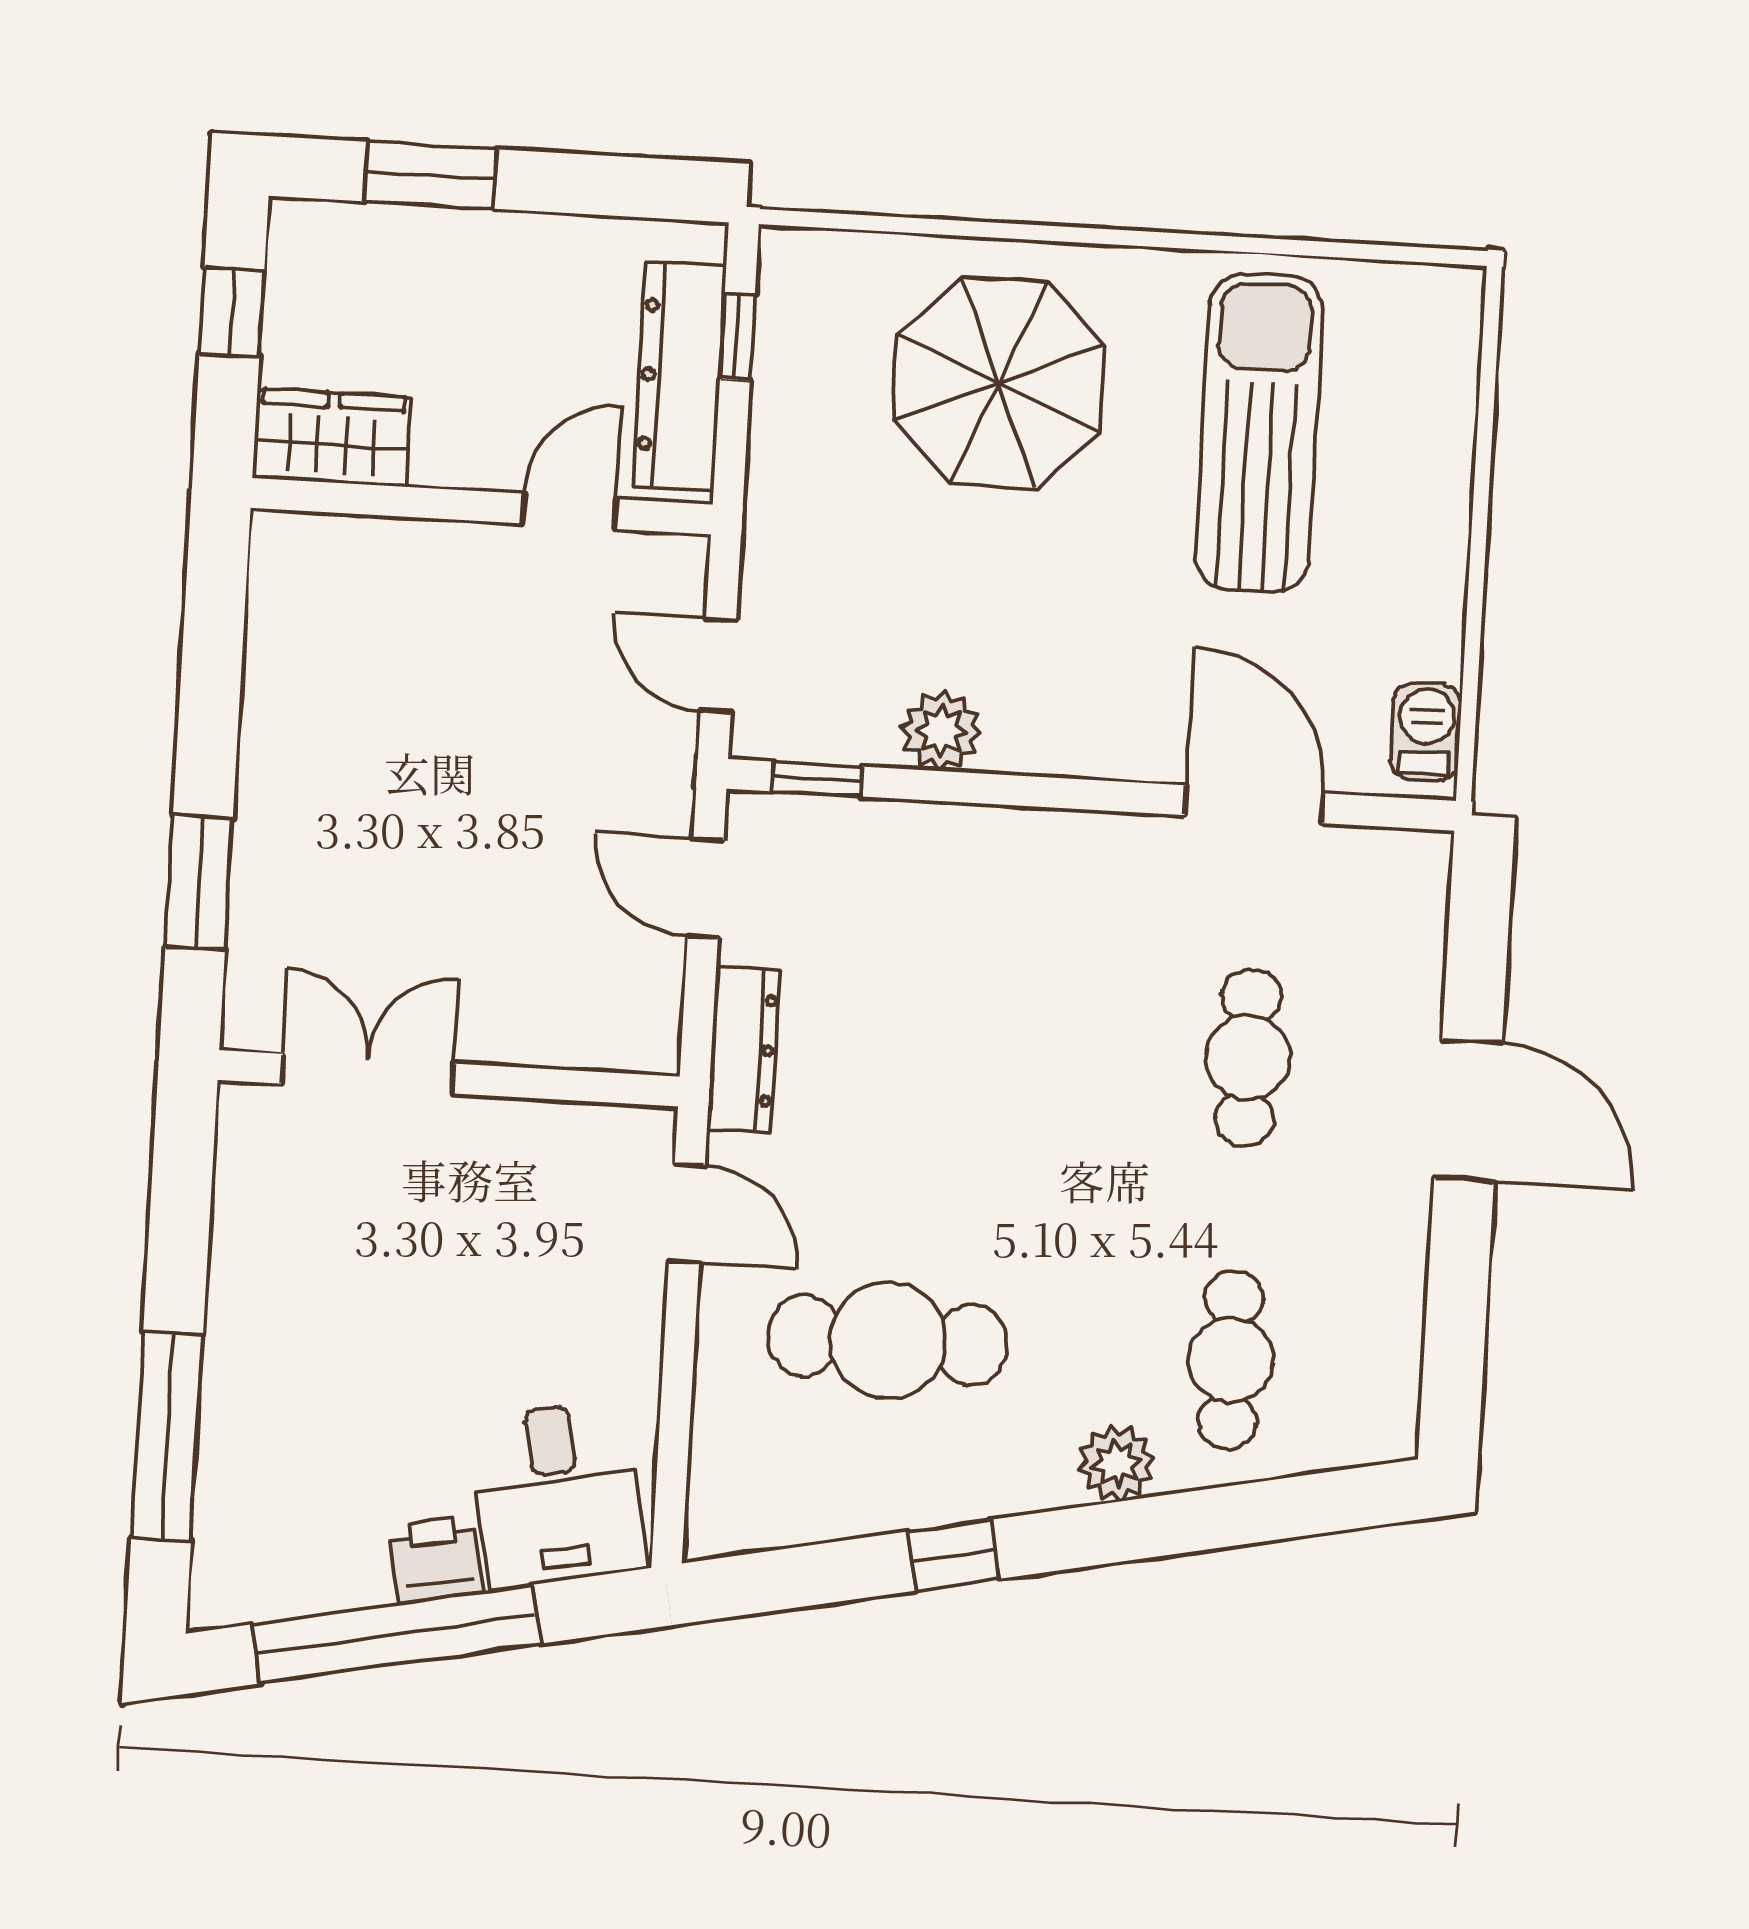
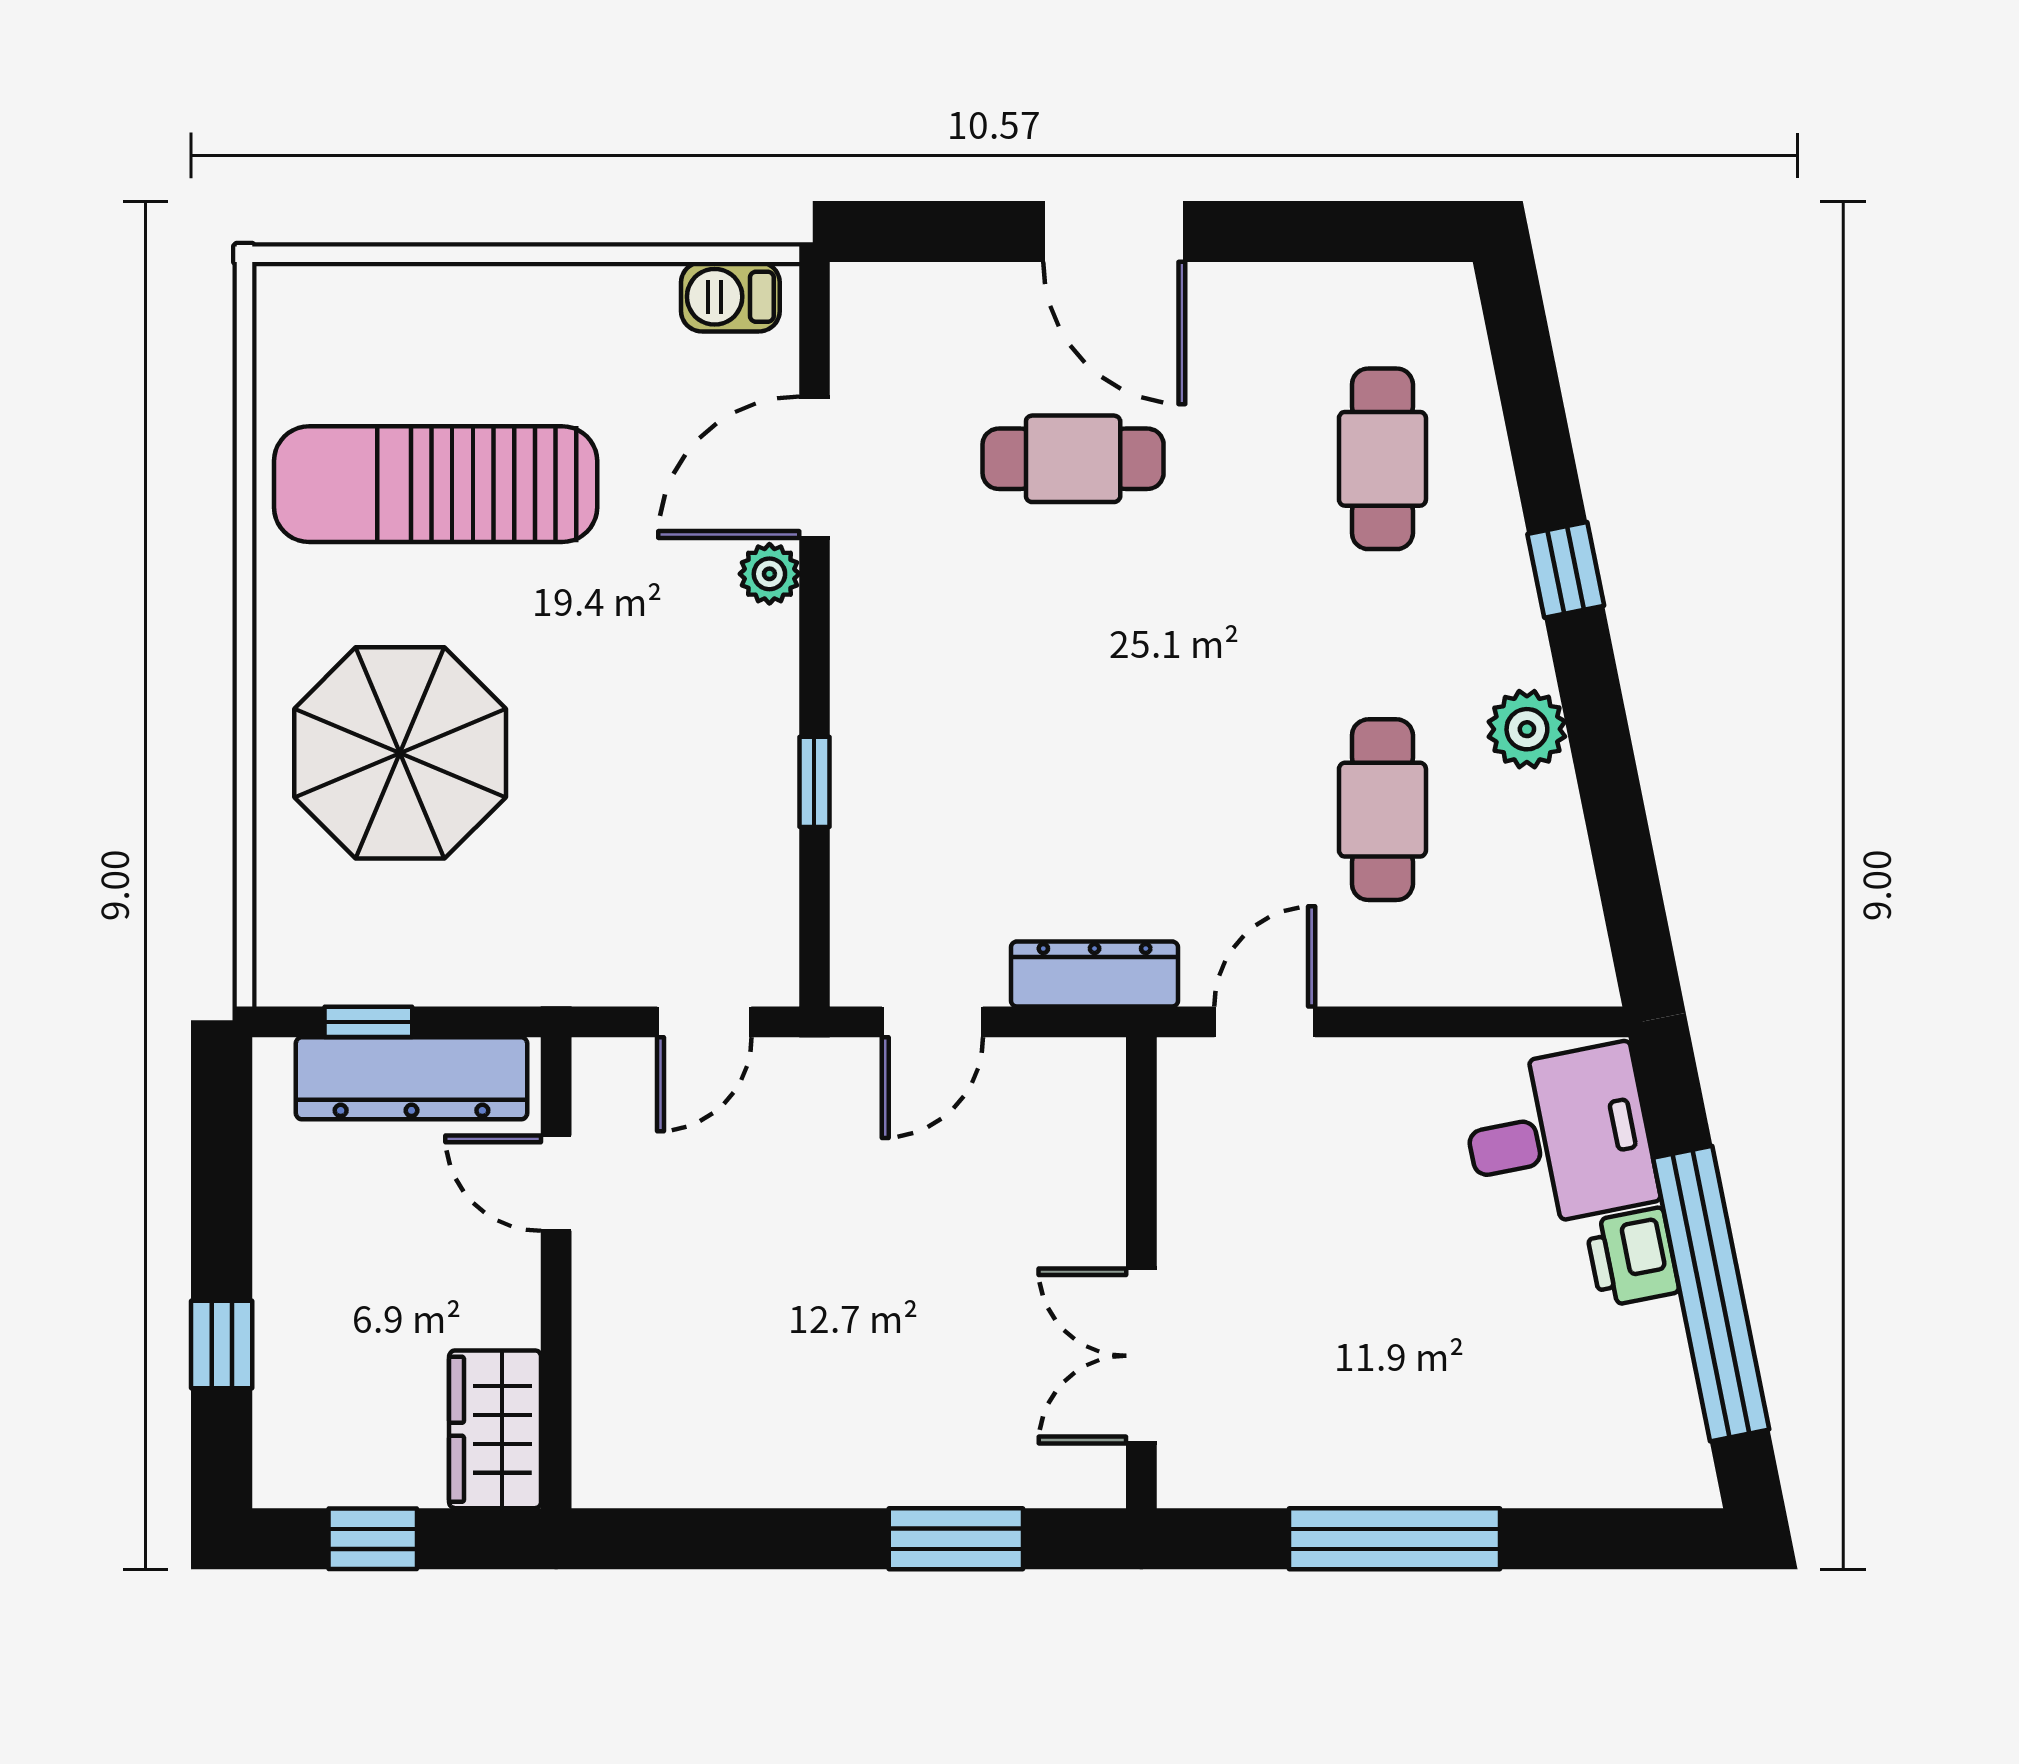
window: (430, 175) -> (222, 1344), width x0.67
plant: (942, 731) -> (769, 574), moved, width x0.73, depth x0.73
window: (817, 779) -> (814, 782), moved
door: (1468, 1111) -> (1114, 231), swing flipped
cafe table: (888, 1340) -> (1382, 810), width x0.73, depth x0.74
cafe table: (1231, 1360) -> (1382, 459), turned 90
window: (167, 1436) -> (1394, 1539), moved
plant: (1116, 1464) -> (1527, 729), moved
window: (953, 1555) -> (1566, 570), moved

